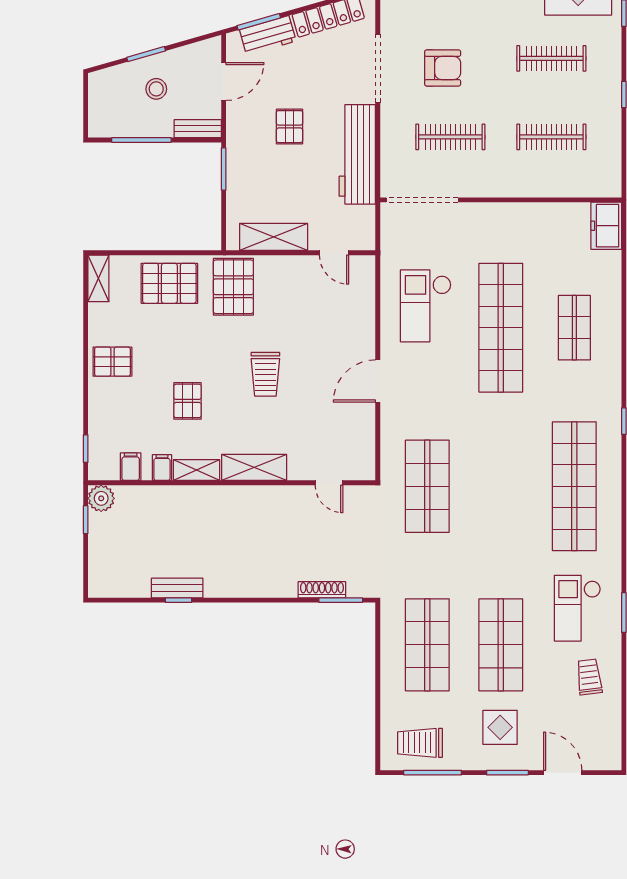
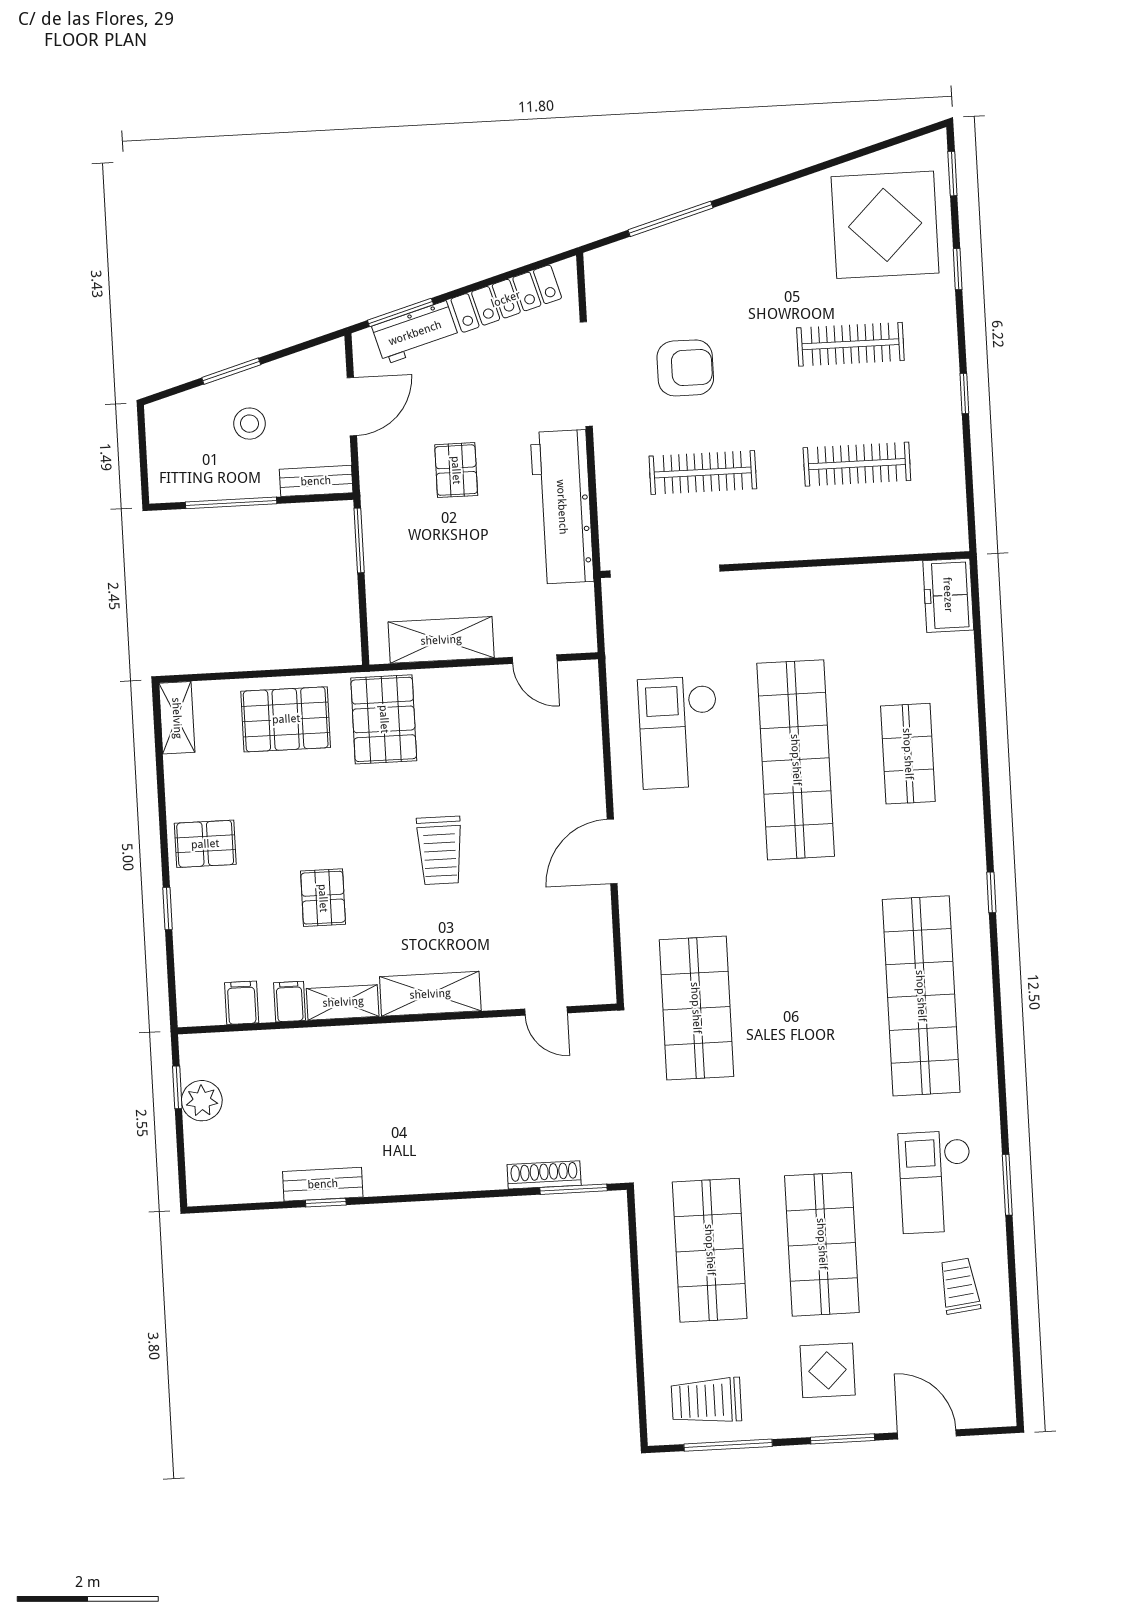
window: (86, 449) -> (168, 909), moved
plant: (101, 498) -> (202, 1101), moved

